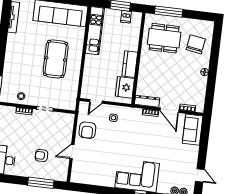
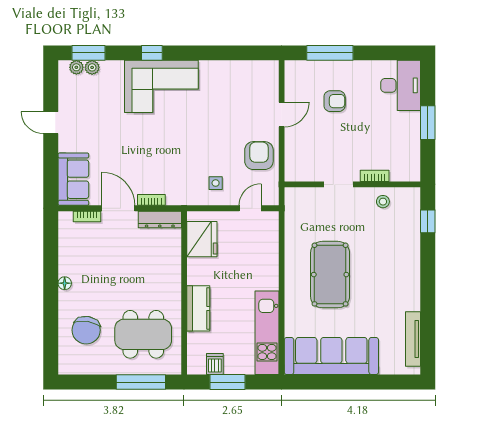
kitchen counter: (130, 64) -> (198, 308), moved
door: (200, 175) -> (51, 123), moved

